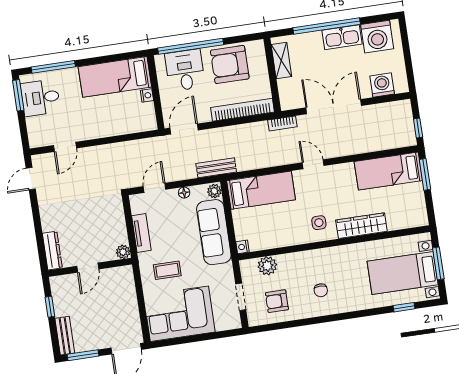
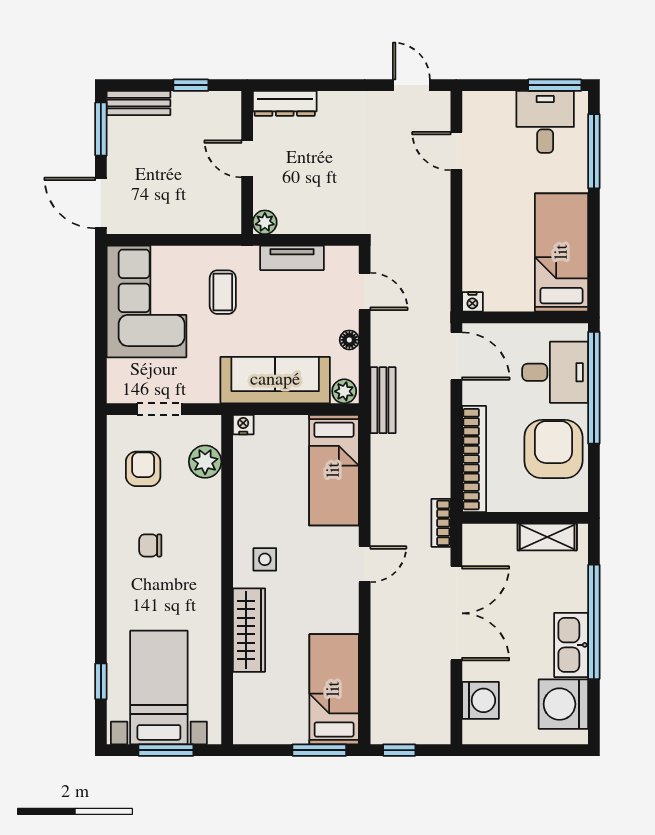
nightstand: (147, 95) -> (472, 302), moved

